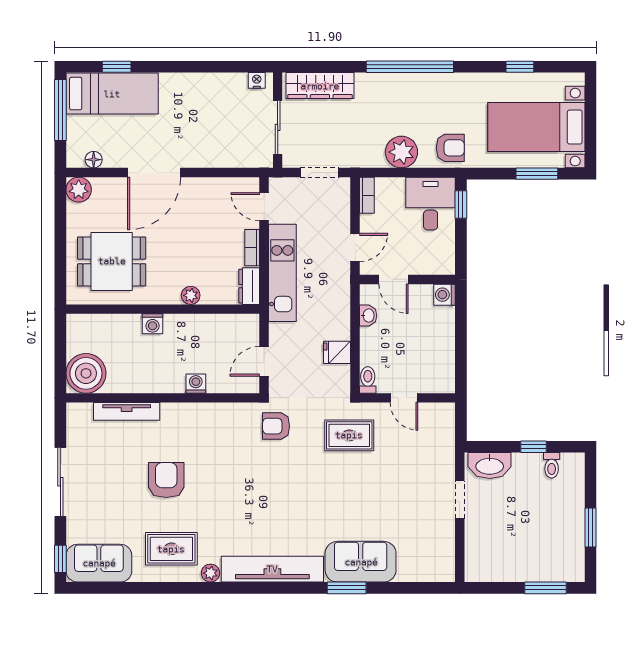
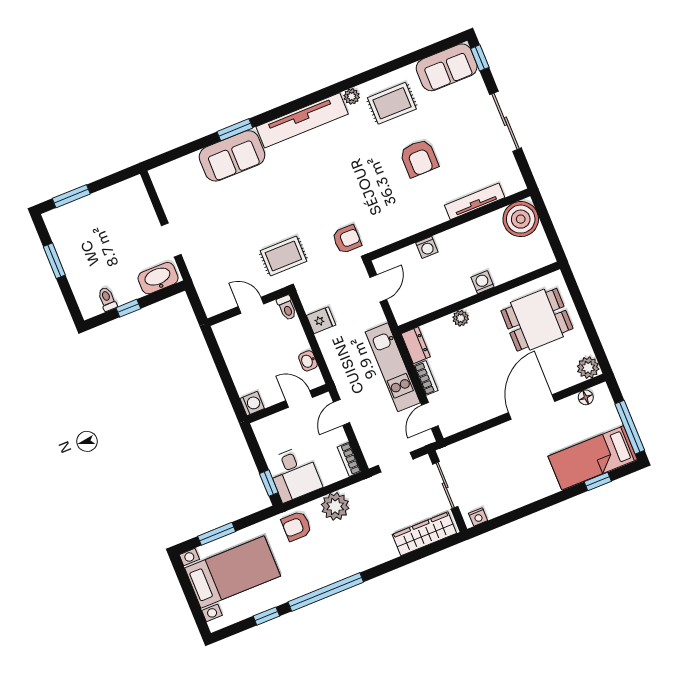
window: (410, 67) -> (326, 592), moved
door: (264, 207) -> (430, 416), swing flipped

